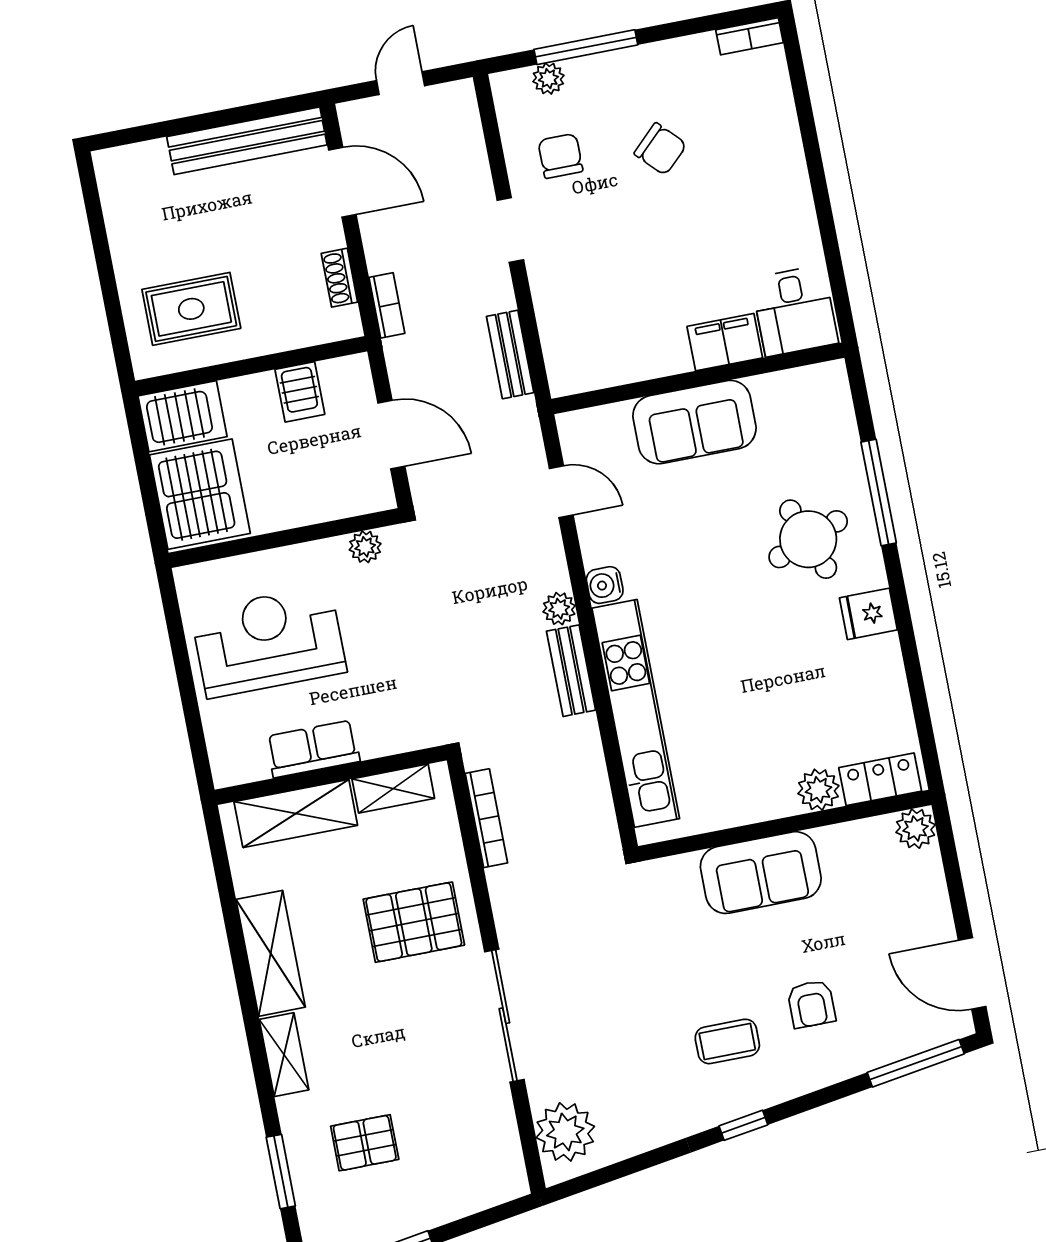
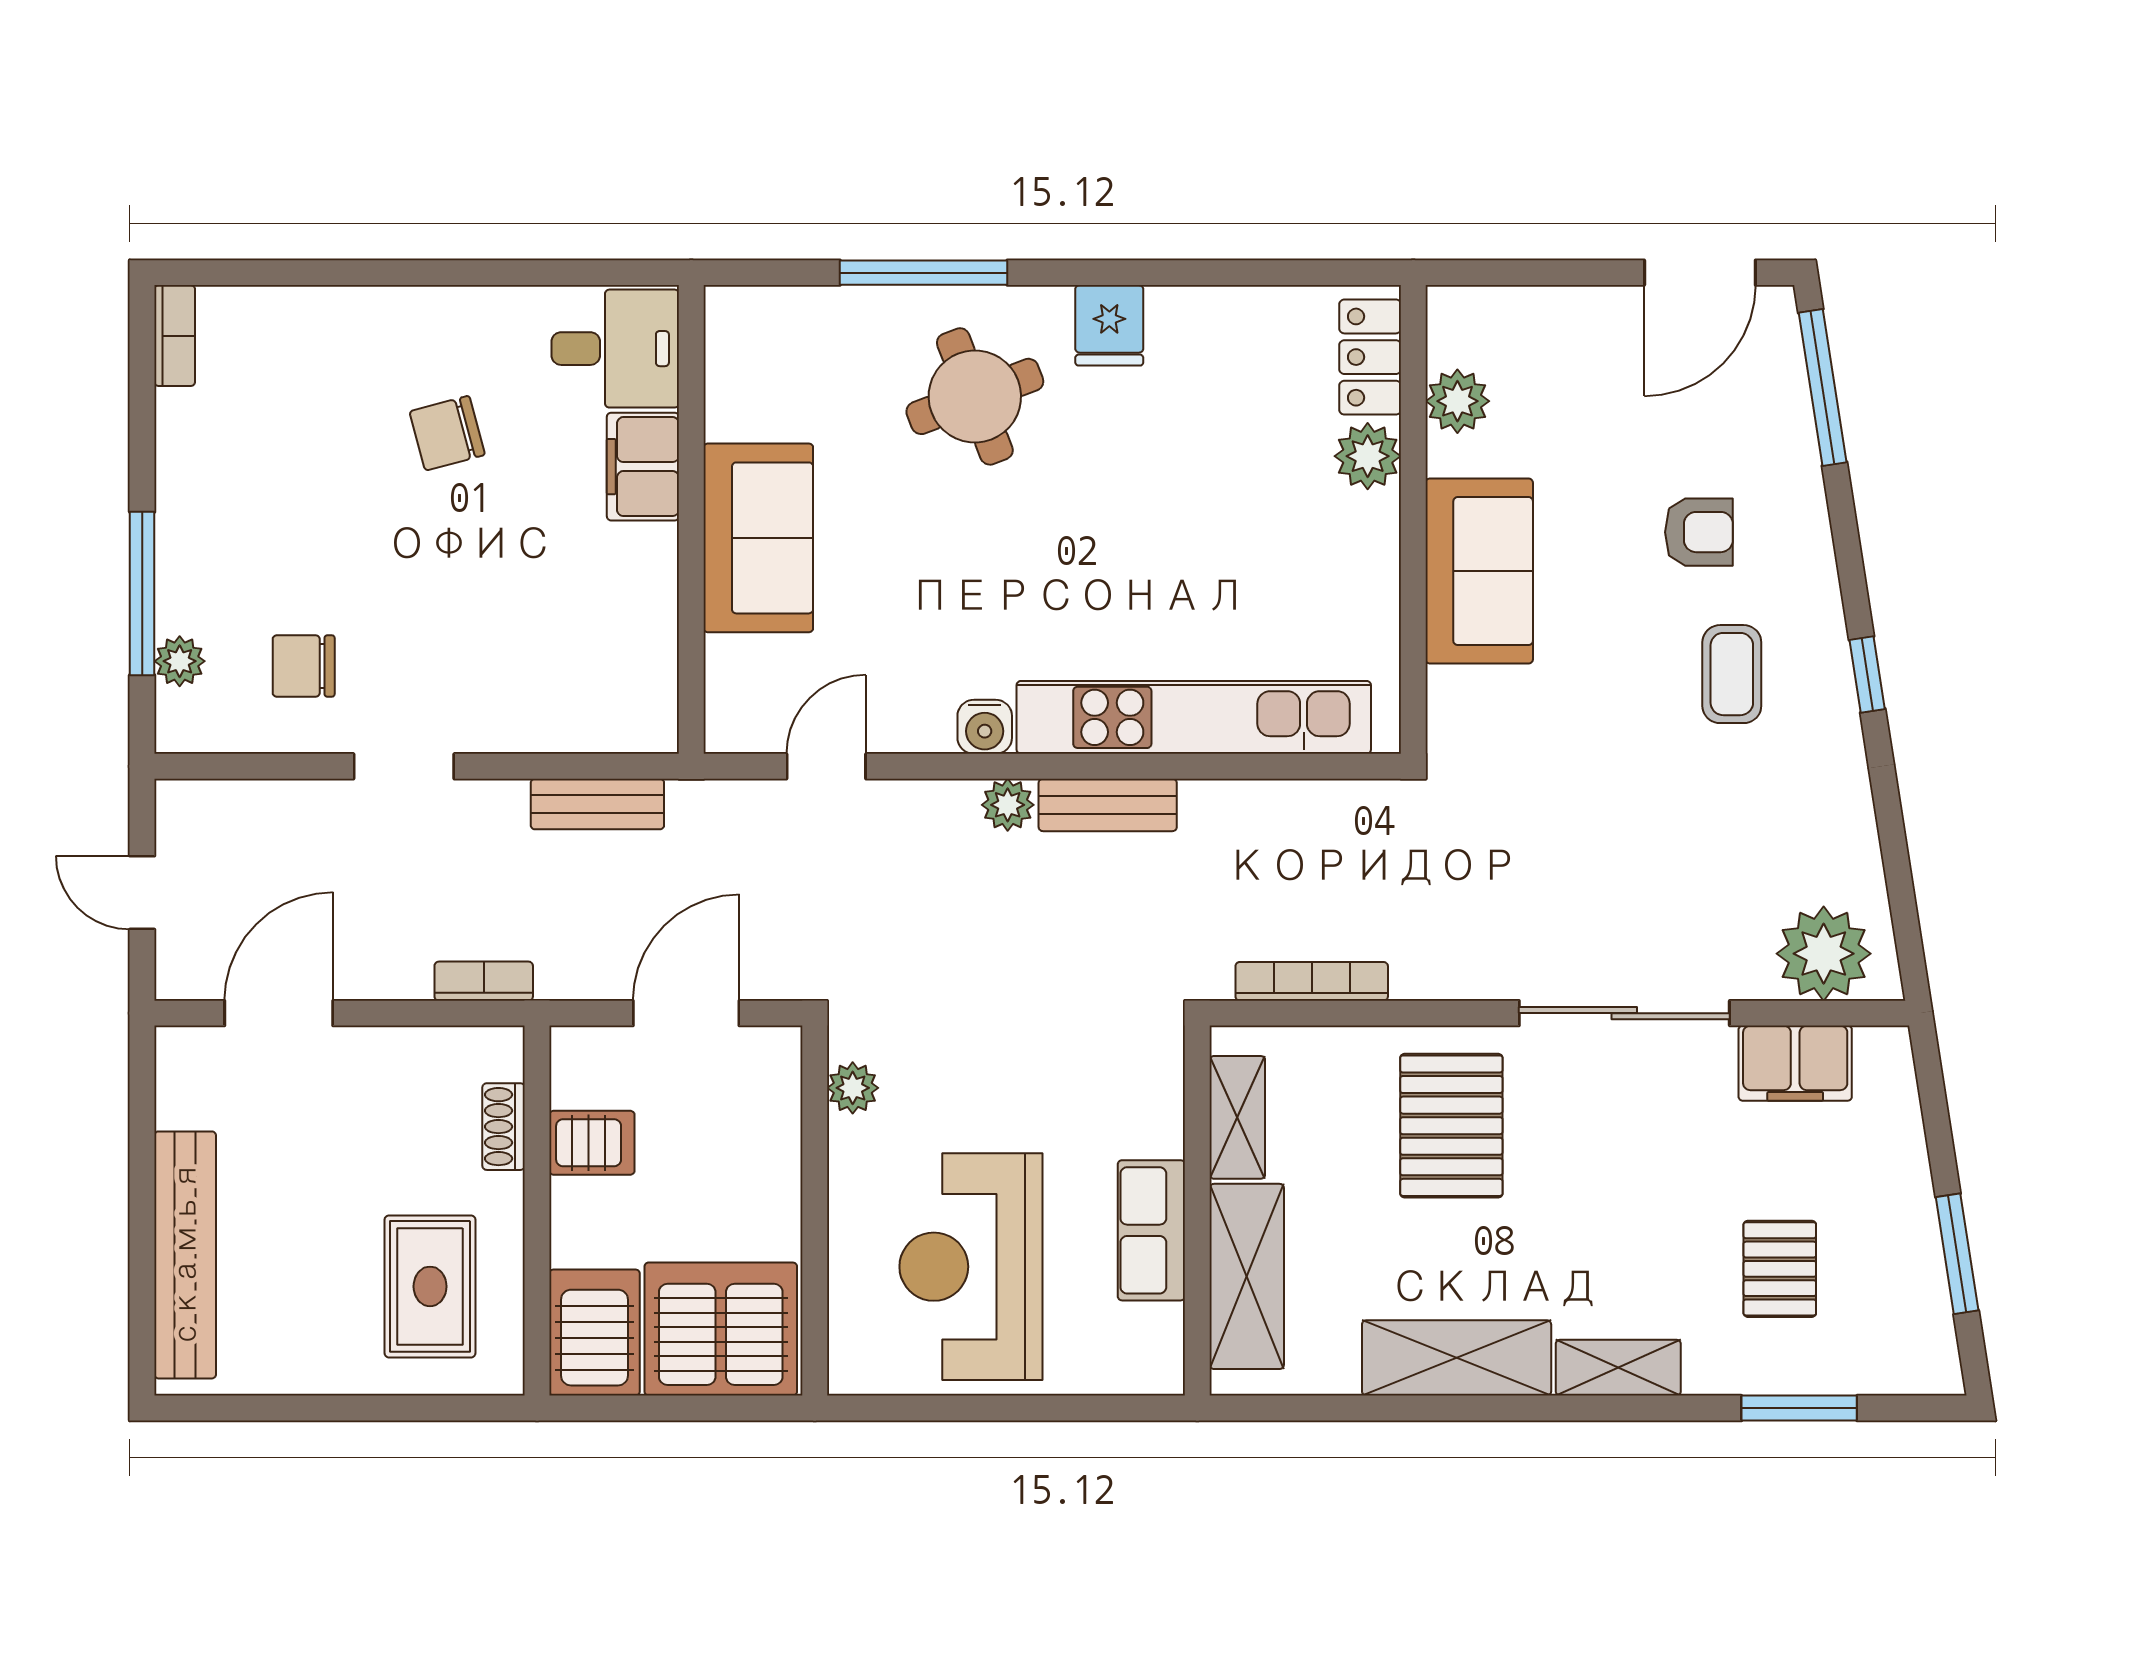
bench: (247, 141) -> (185, 1255), moved
chair: (660, 149) -> (447, 433), moved, turned -151
shoe rack: (339, 278) -> (504, 1127), moved, turned 90
plant: (916, 829) -> (1457, 401), moved
filing cabinet: (494, 1128) -> (1795, 1063), added

